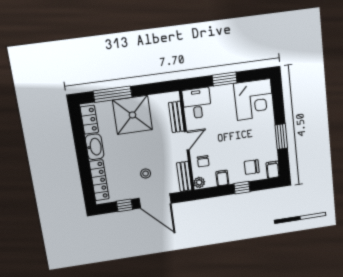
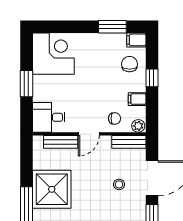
window: (281, 137) -> (112, 27), moved
door: (187, 141) -> (89, 134), swing flipped
chair: (252, 167) -> (130, 64), turned 180

